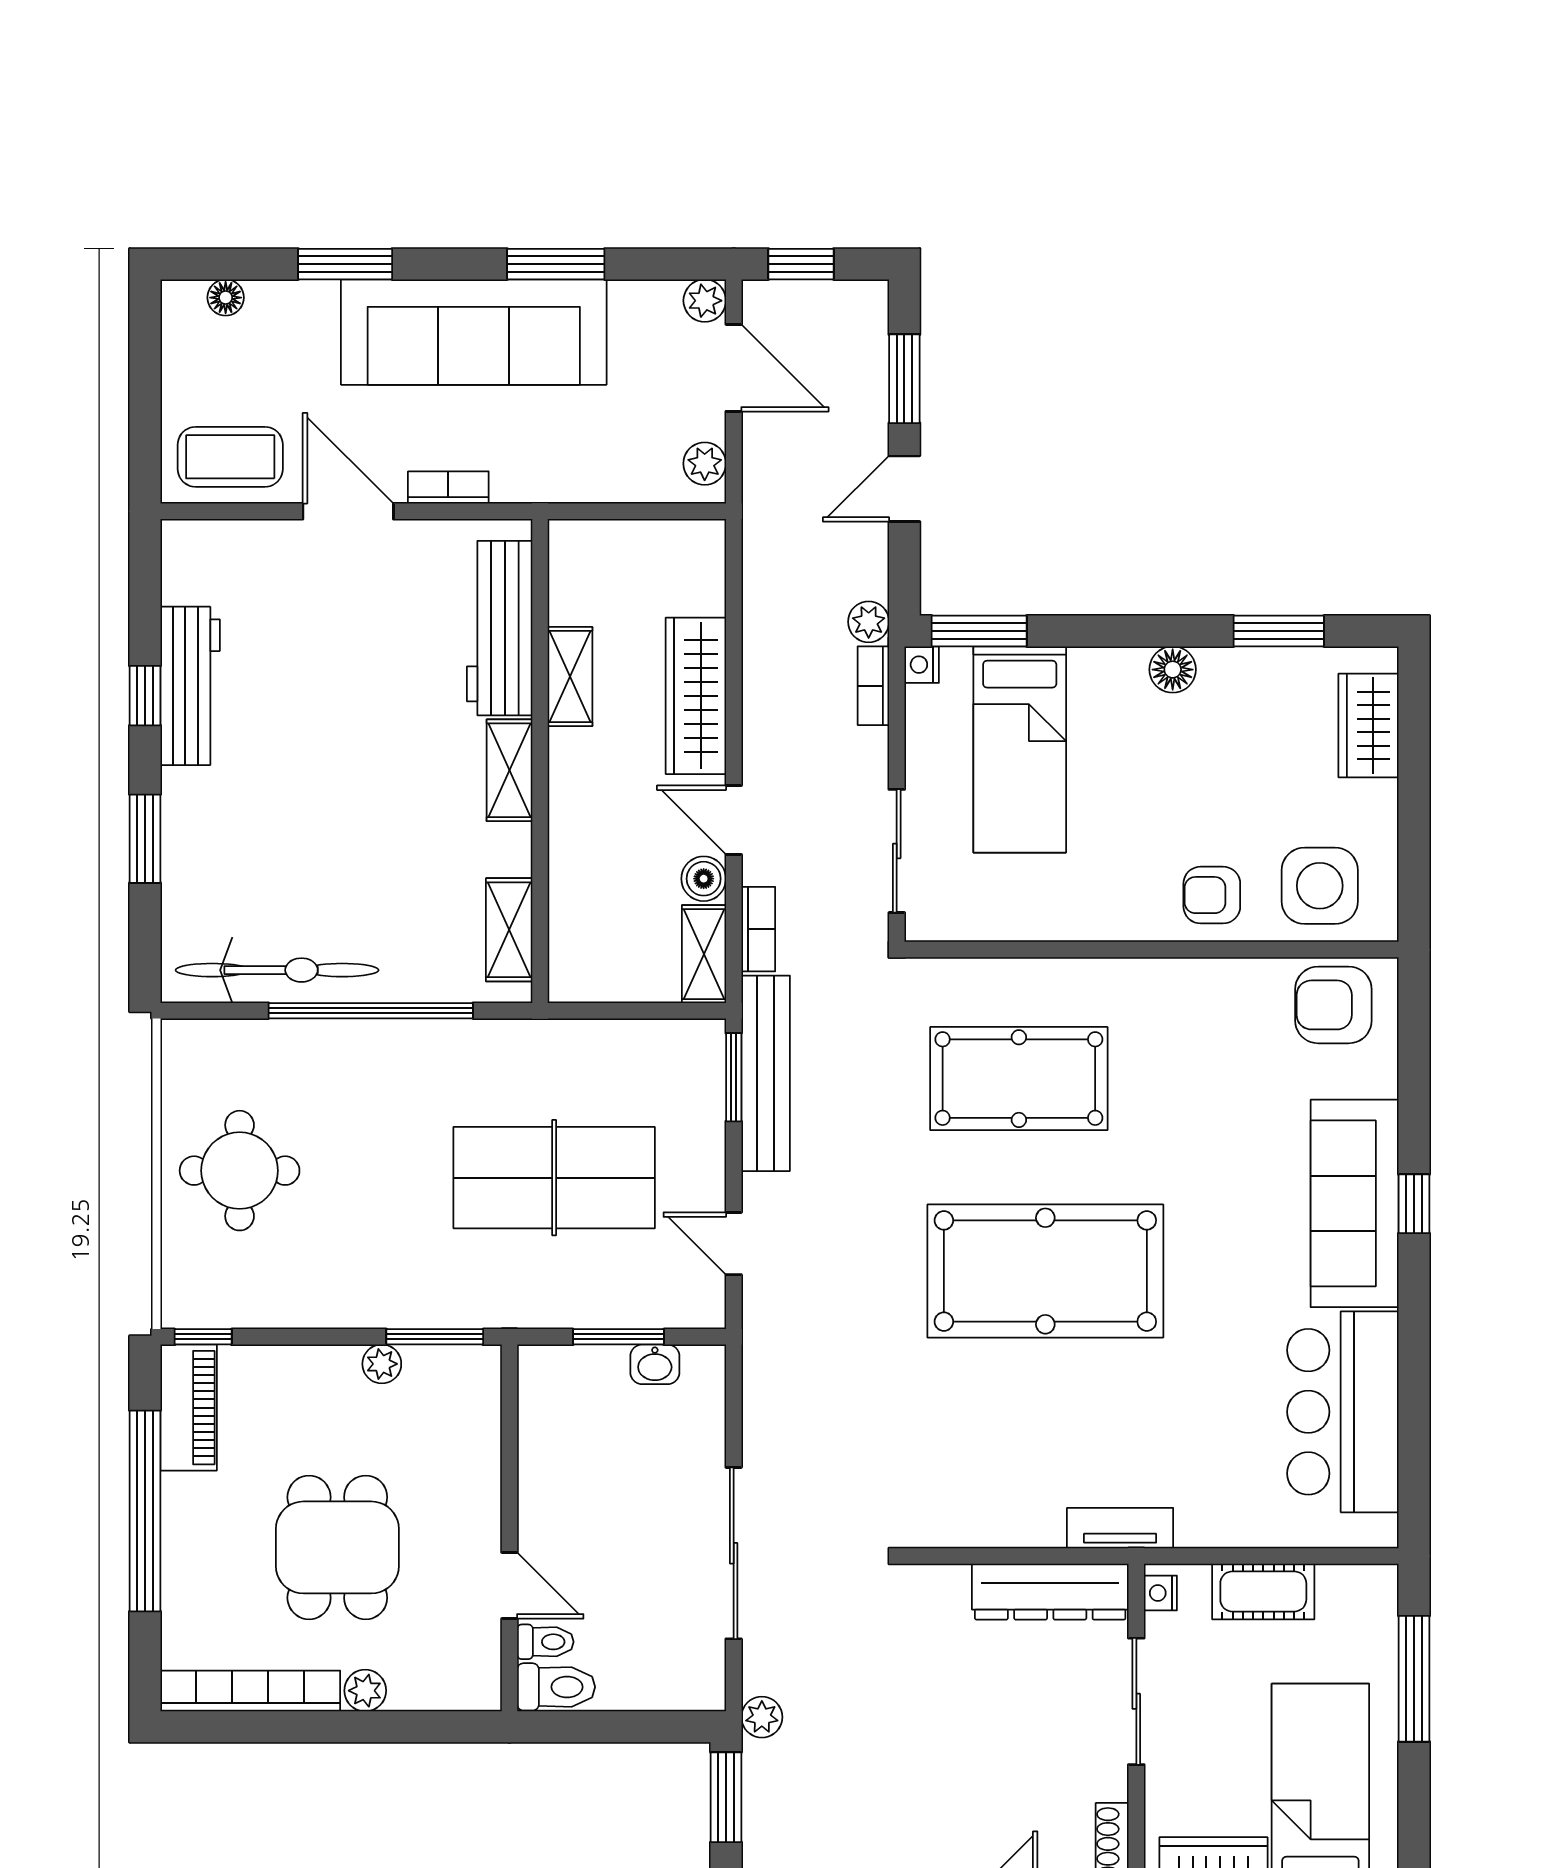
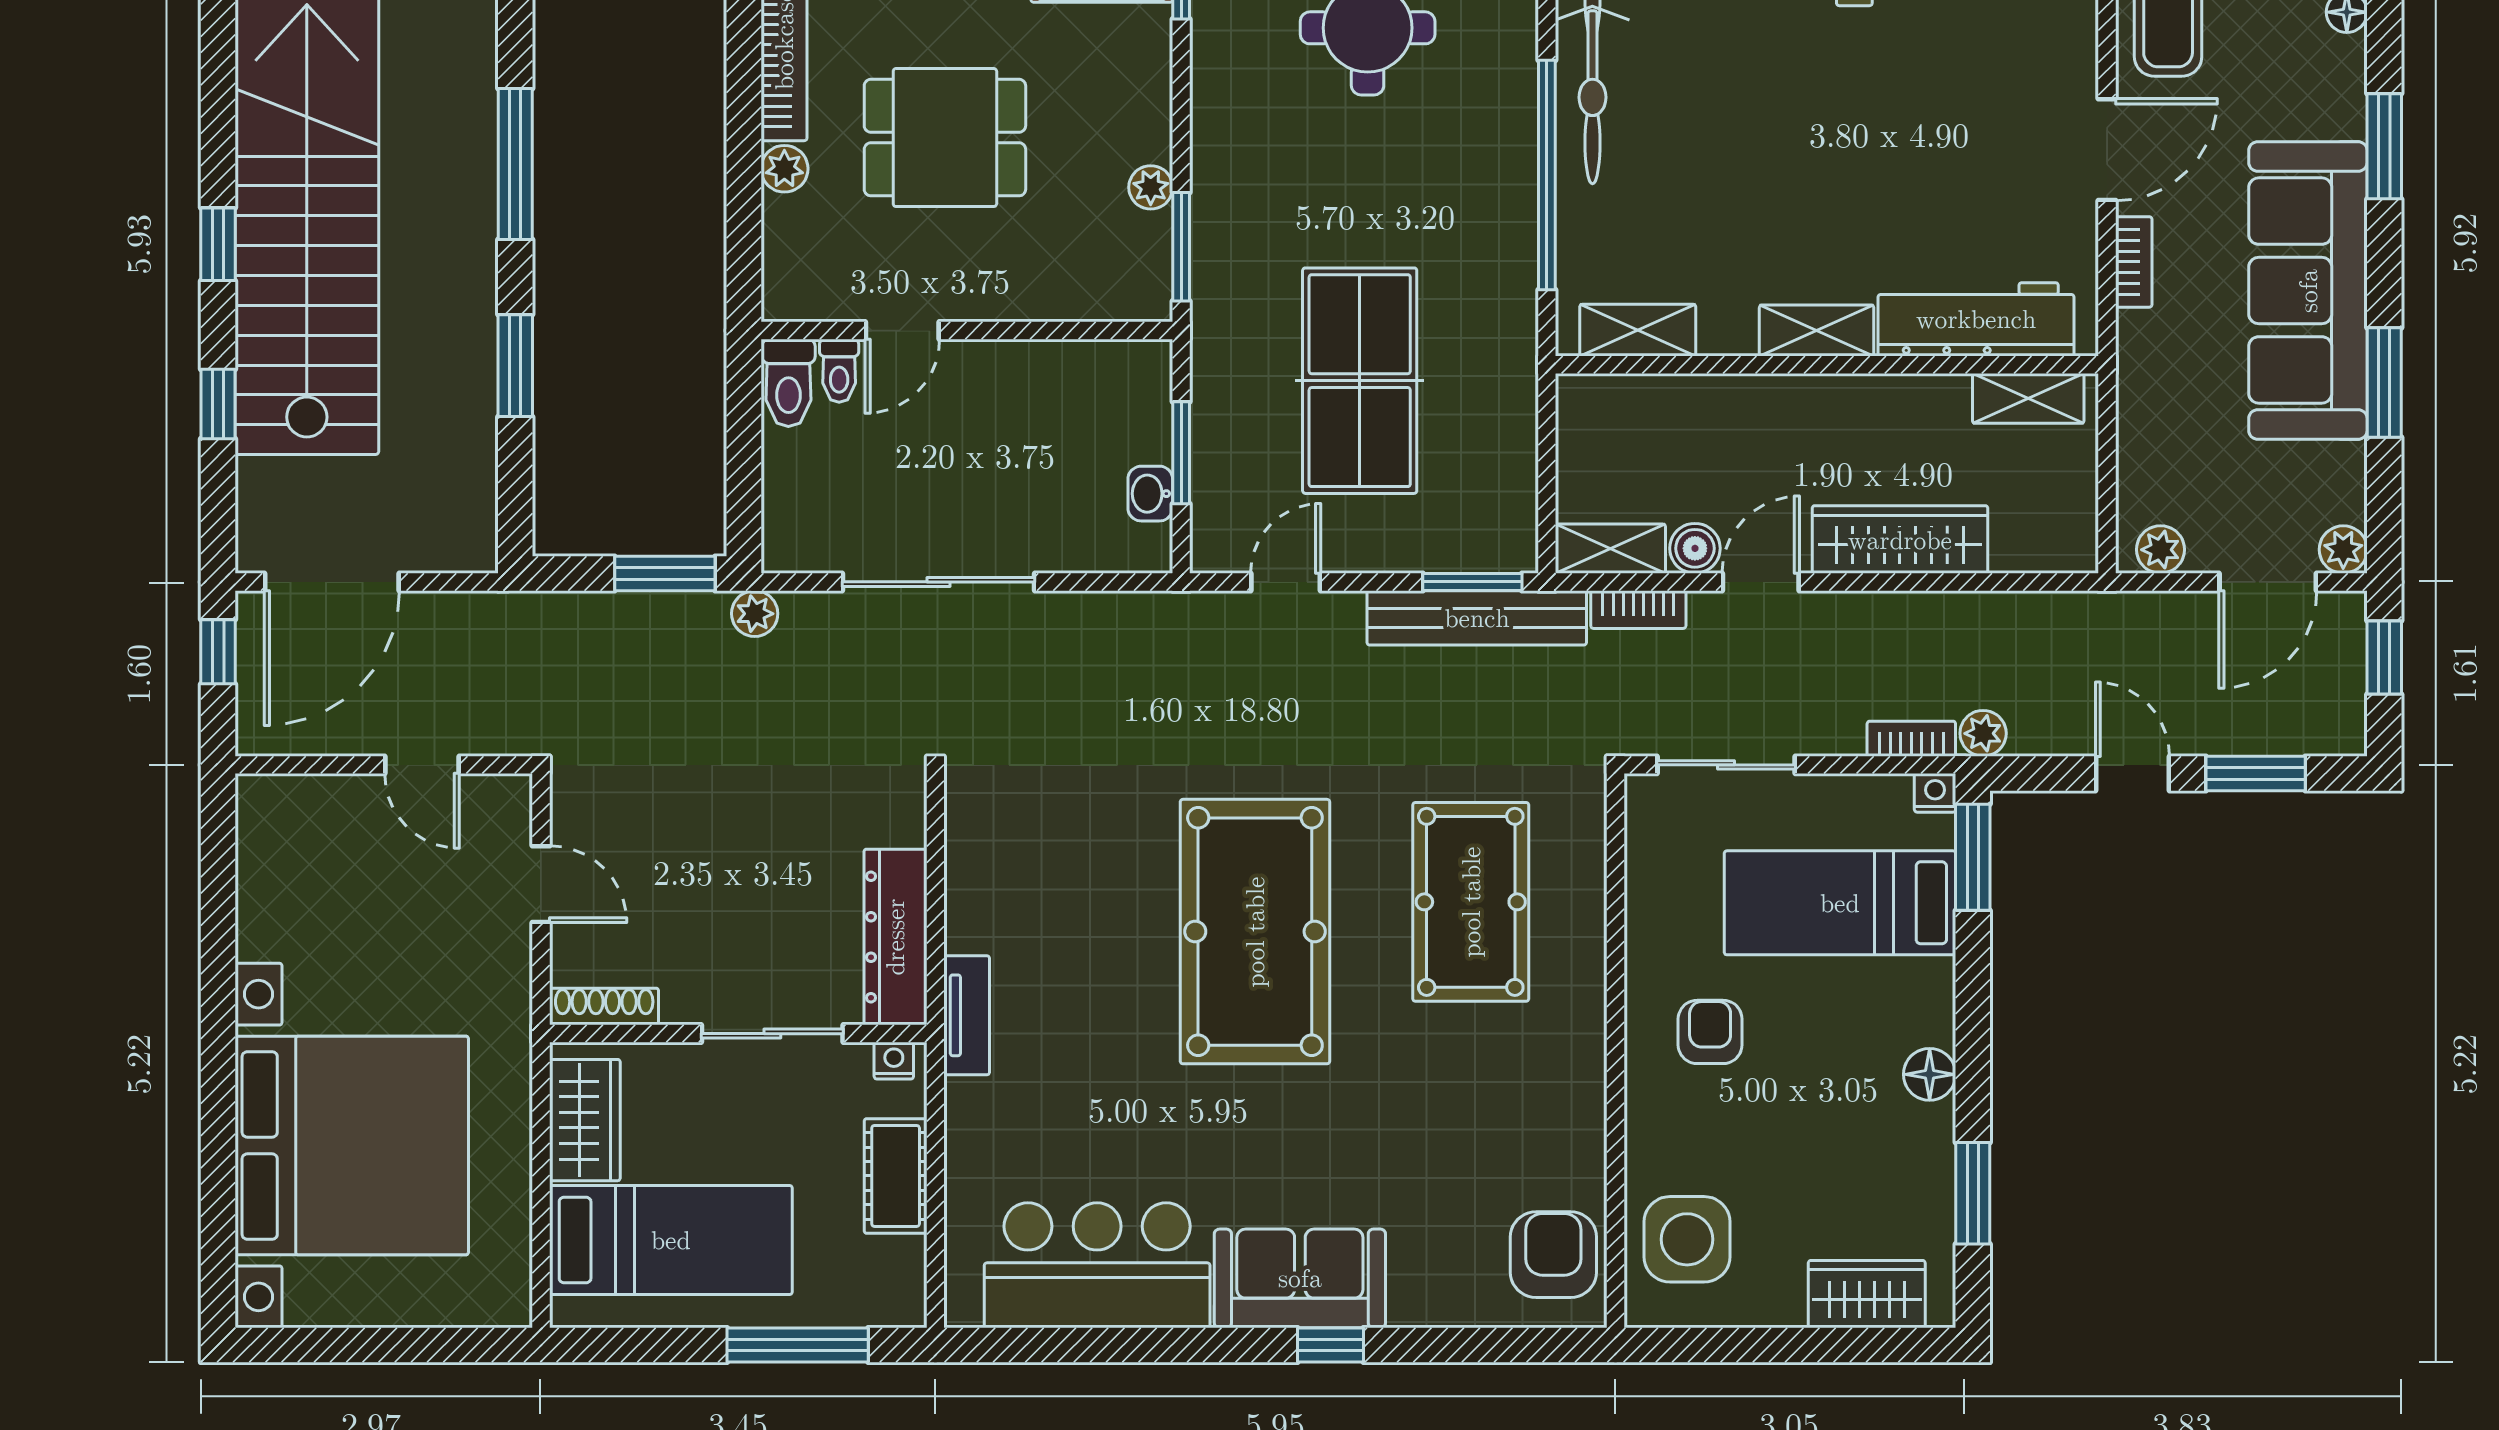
shelving: (570, 677) -> (2028, 398), moved
armchair: (1212, 895) -> (1710, 1032), moved
sofa: (1355, 1203) -> (1300, 1278), width x0.73

